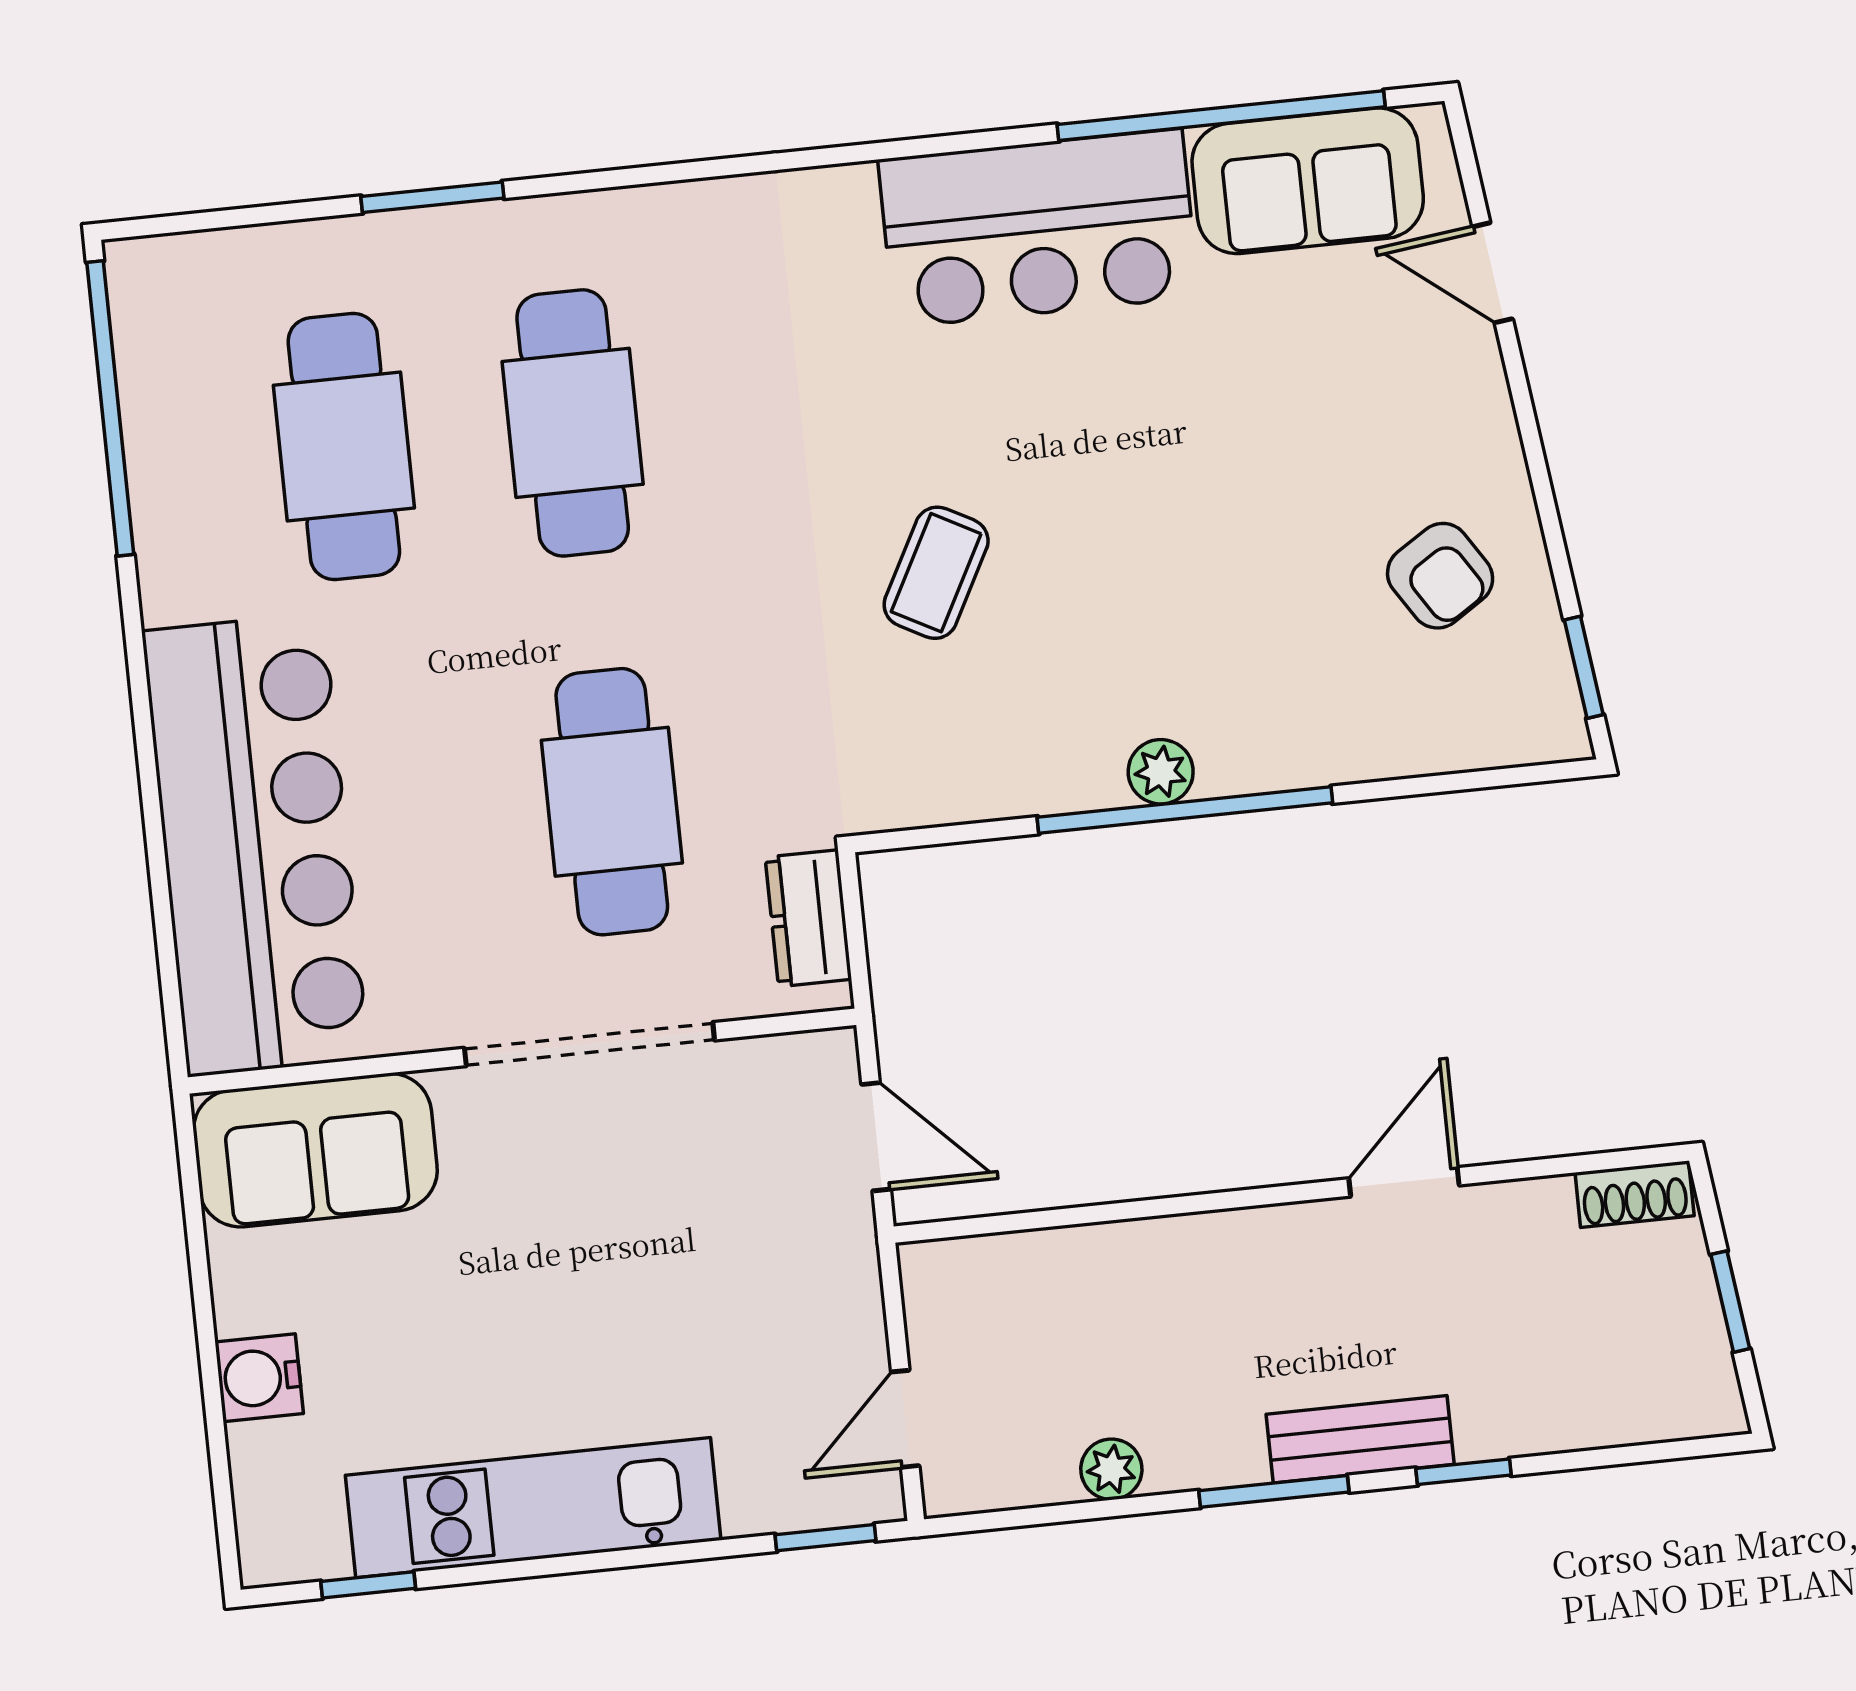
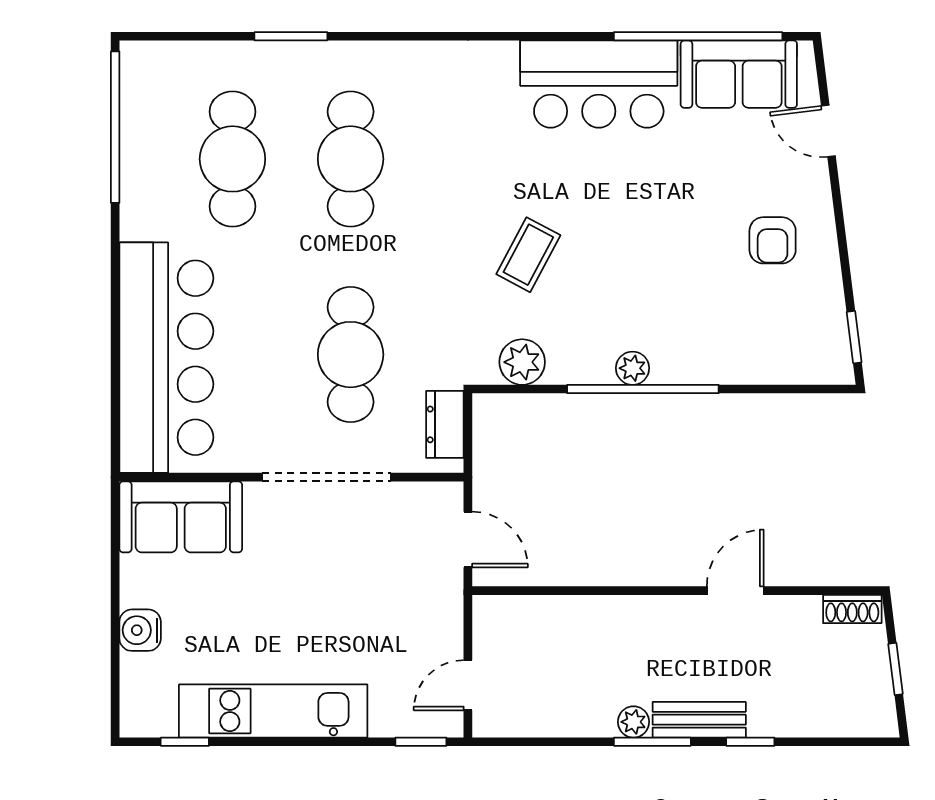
armchair: (1440, 576) -> (773, 240), moved, turned 33
plant: (946, 782) -> (522, 362), added
plant: (1111, 1469) -> (634, 722), moved

